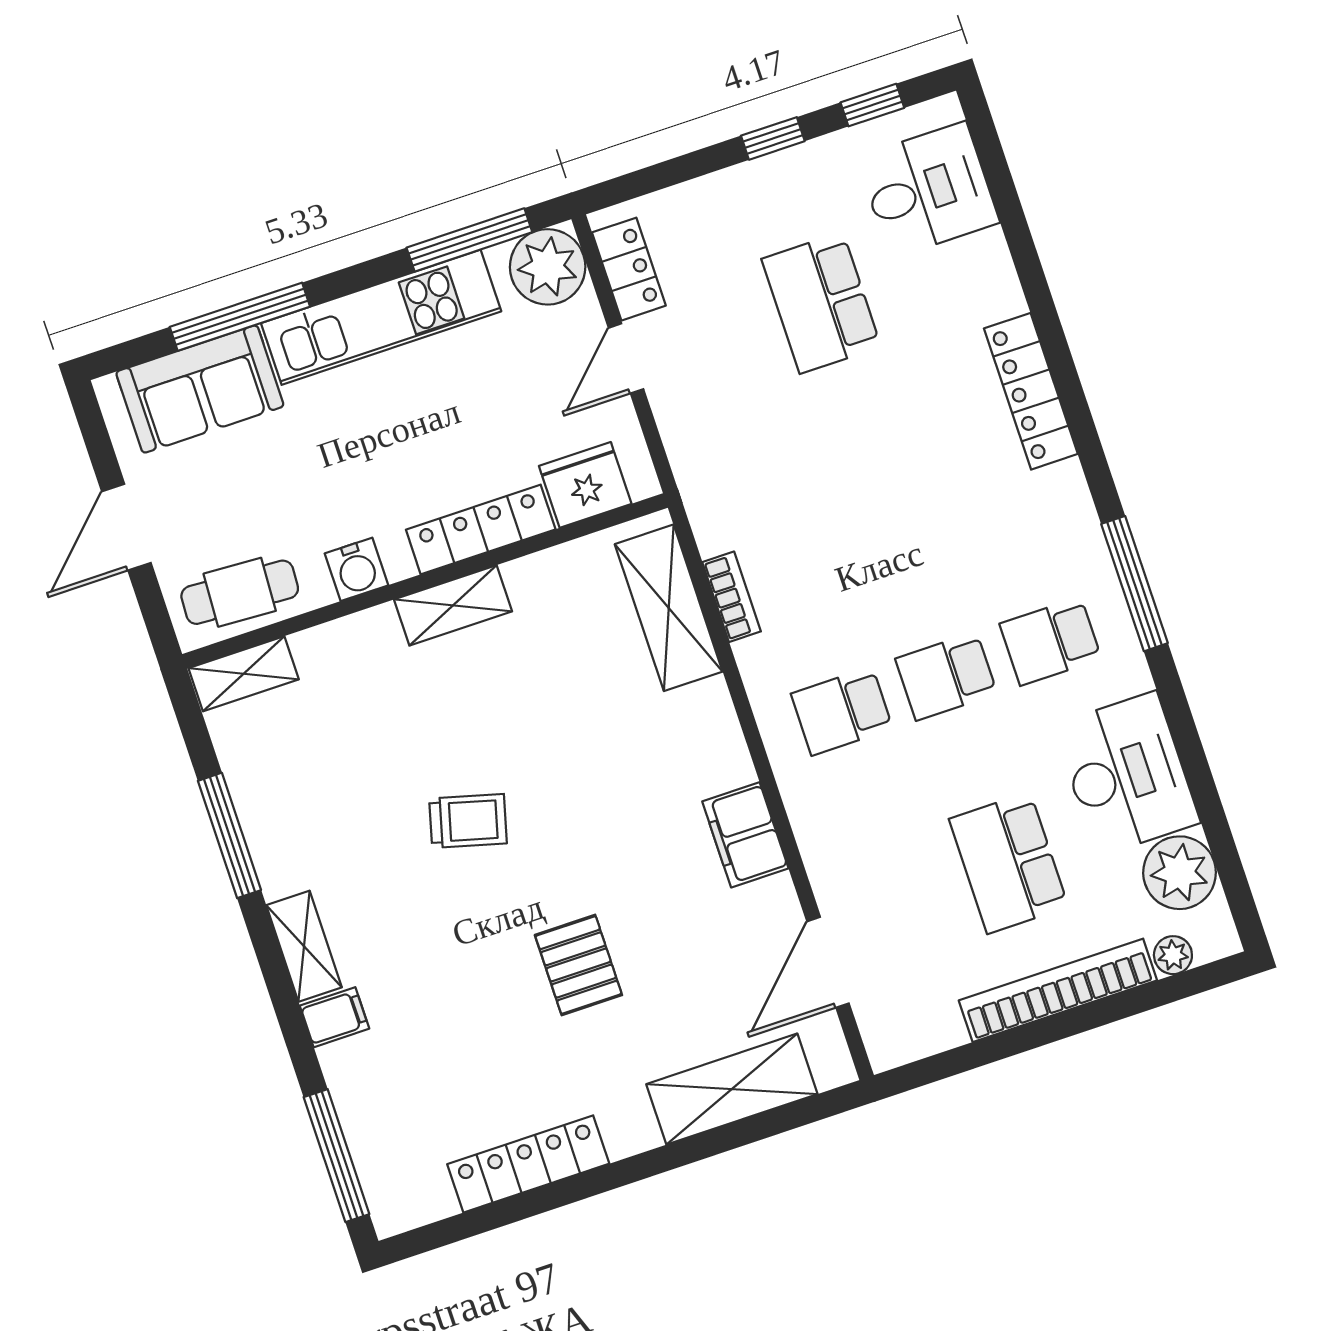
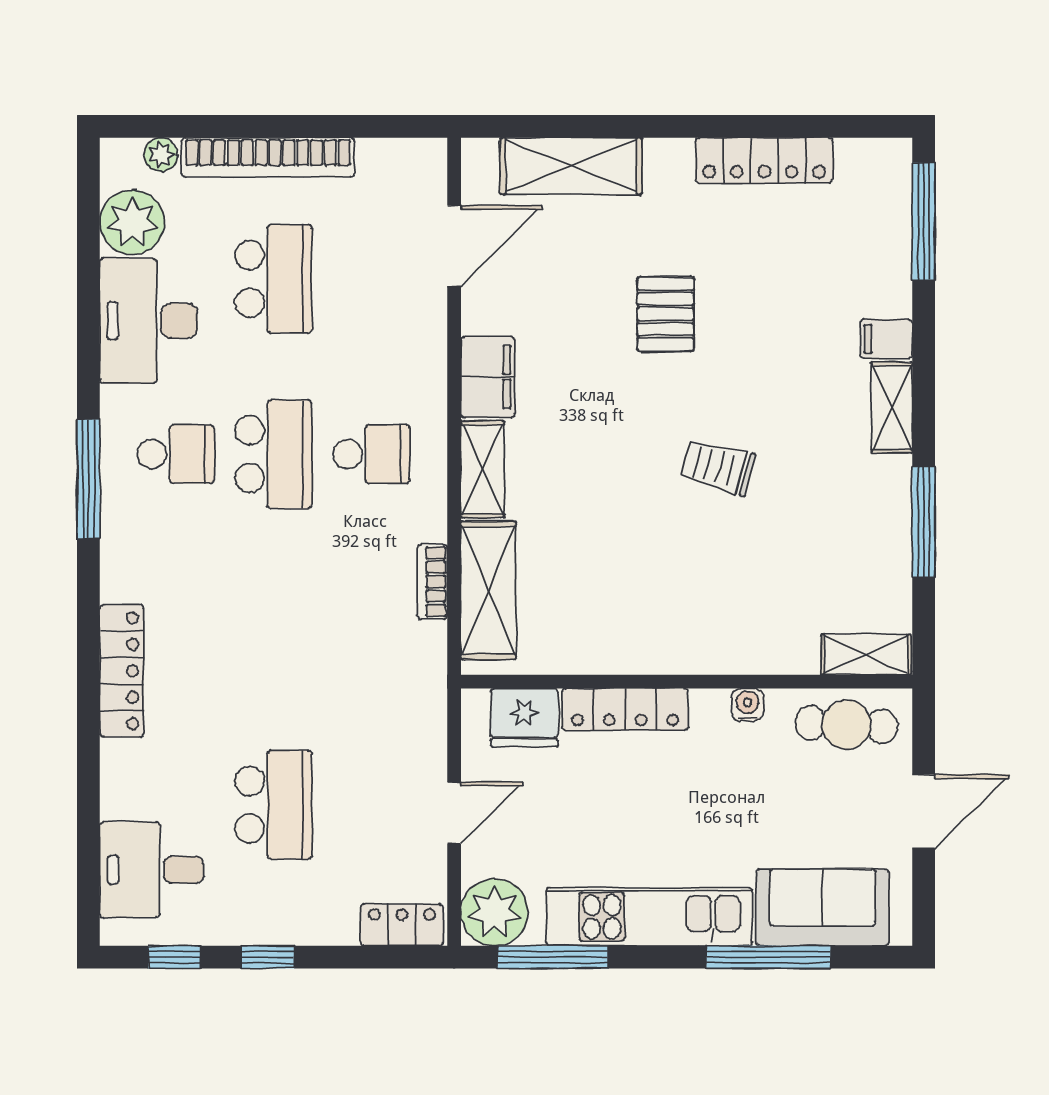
locker: (629, 269) -> (402, 925), moved, turned 90
water cooler: (356, 569) -> (747, 705), width x0.72, depth x0.72
shelving: (453, 605) -> (483, 469), moved, turned 90
school desk: (946, 676) -> (274, 454), width x1.85

